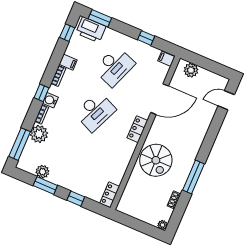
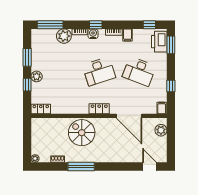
desk: (95, 112) -> (99, 71), turned -42
spiral stairs: (156, 160) -> (82, 133), turned 90
plant: (42, 172) -> (37, 76), moved

